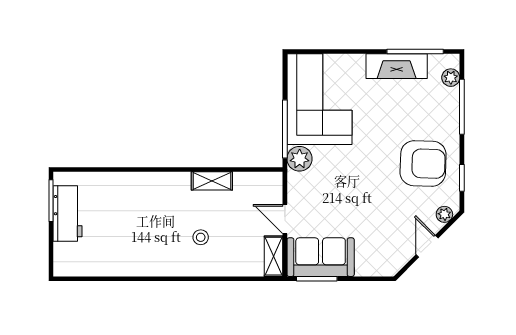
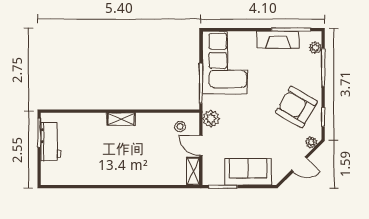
plant: (300, 159) -> (211, 119), moved
armchair: (423, 163) -> (296, 107), turned -152
shelving: (212, 181) -> (121, 119), moved
stool: (201, 237) -> (180, 127), moved
door: (427, 246) -> (299, 164), swing flipped
sofa: (321, 257) -> (248, 172), moved

